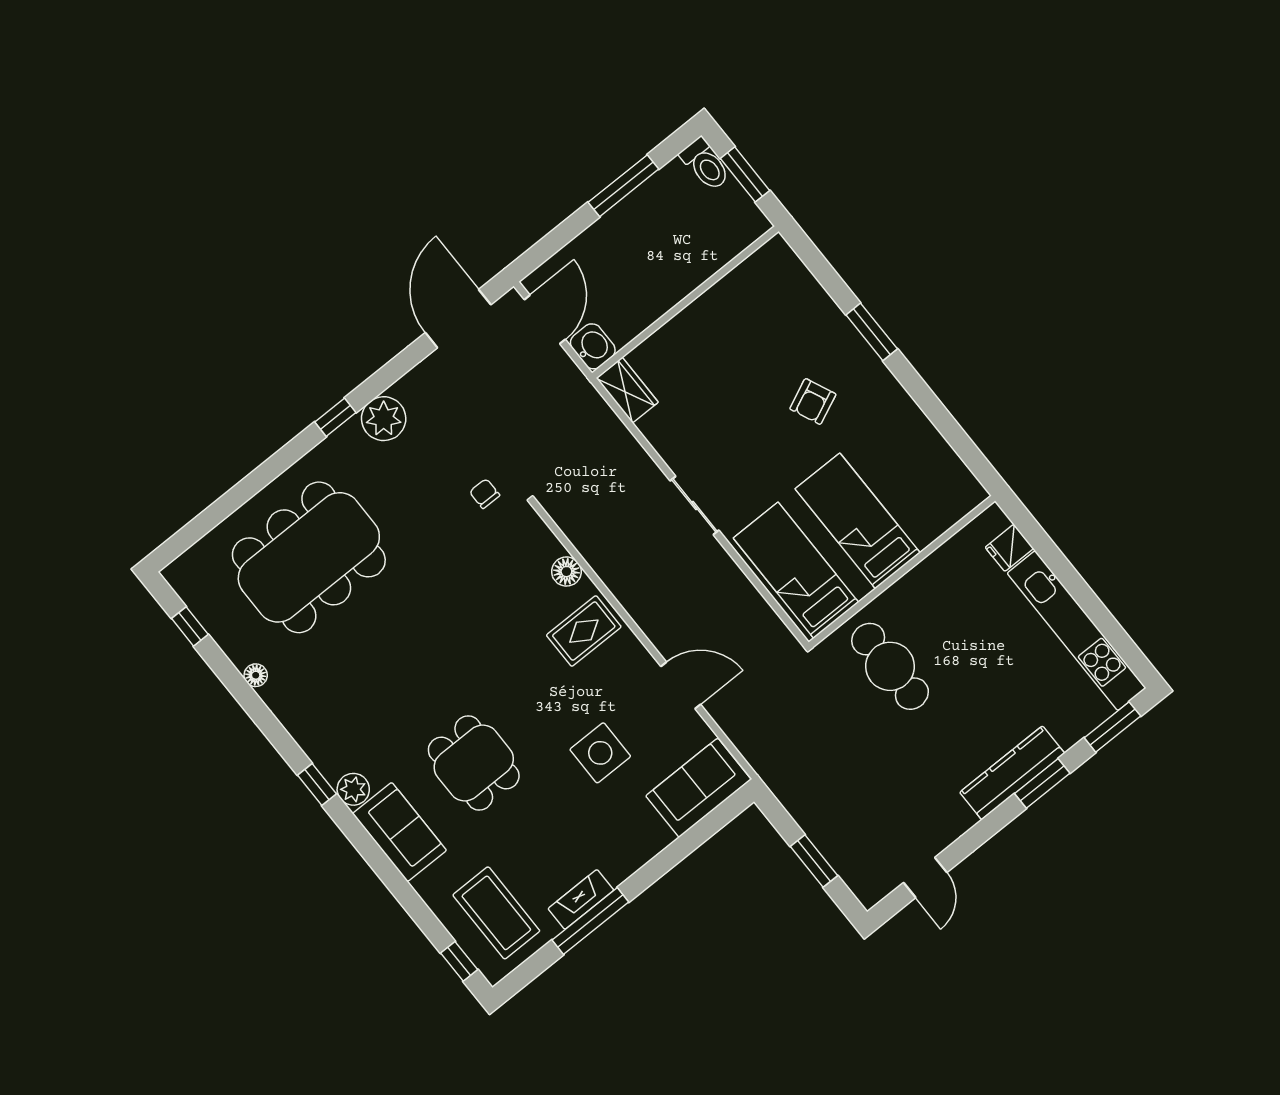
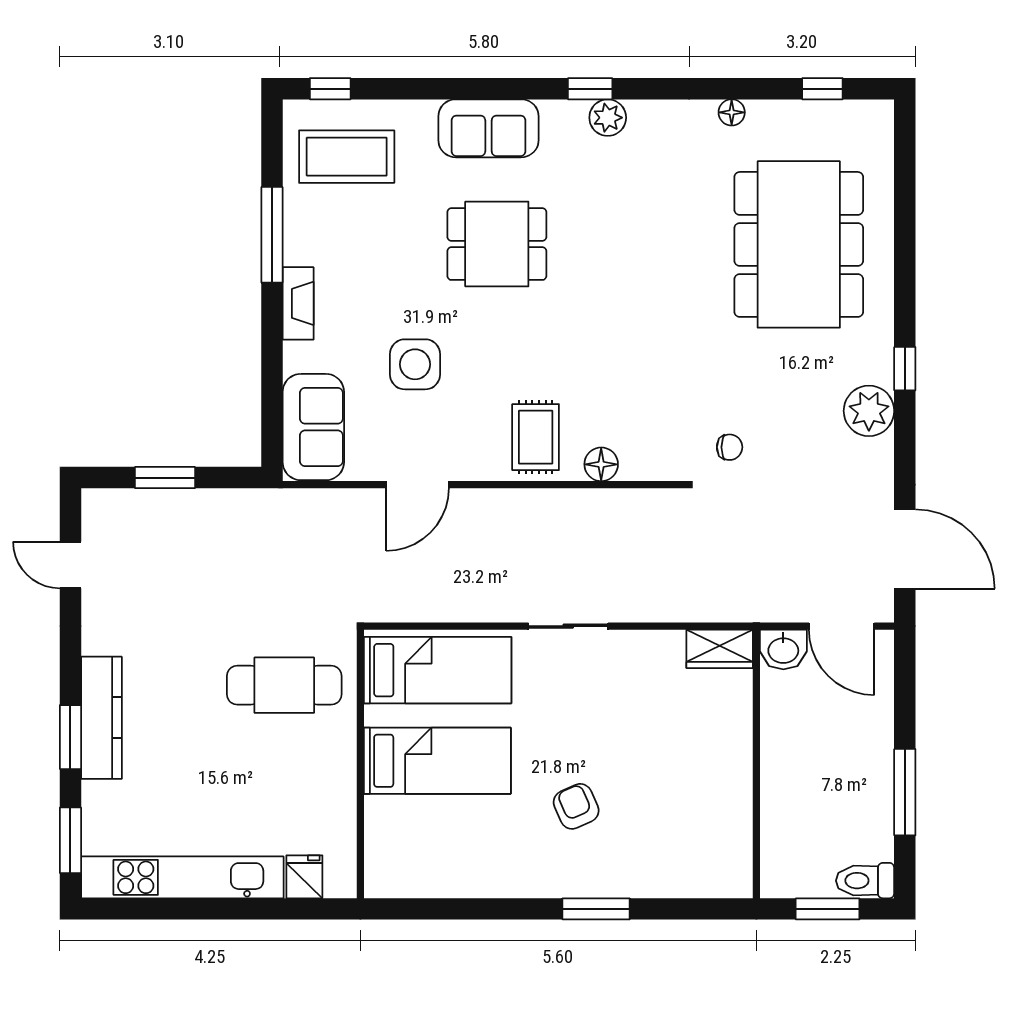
plant: (353, 789) -> (608, 118), moved
fireplace: (581, 899) -> (298, 303), moved

